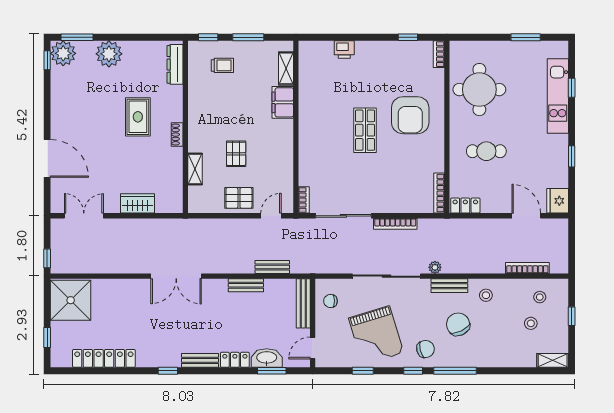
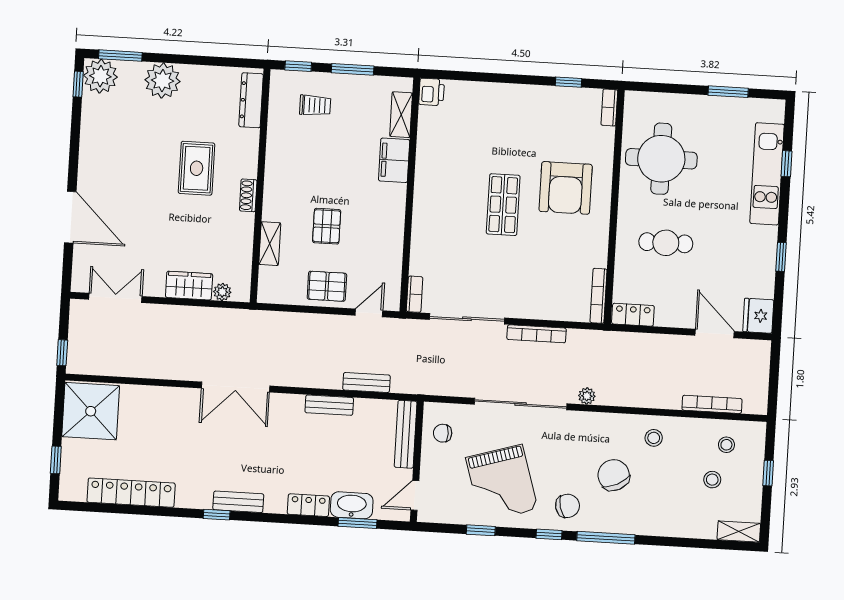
printer: (344, 50) -> (432, 92), moved, turned -90
plant: (162, 207) -> (222, 292), added
bench: (449, 286) -> (605, 422), removed
bench: (200, 360) -> (238, 502), moved

